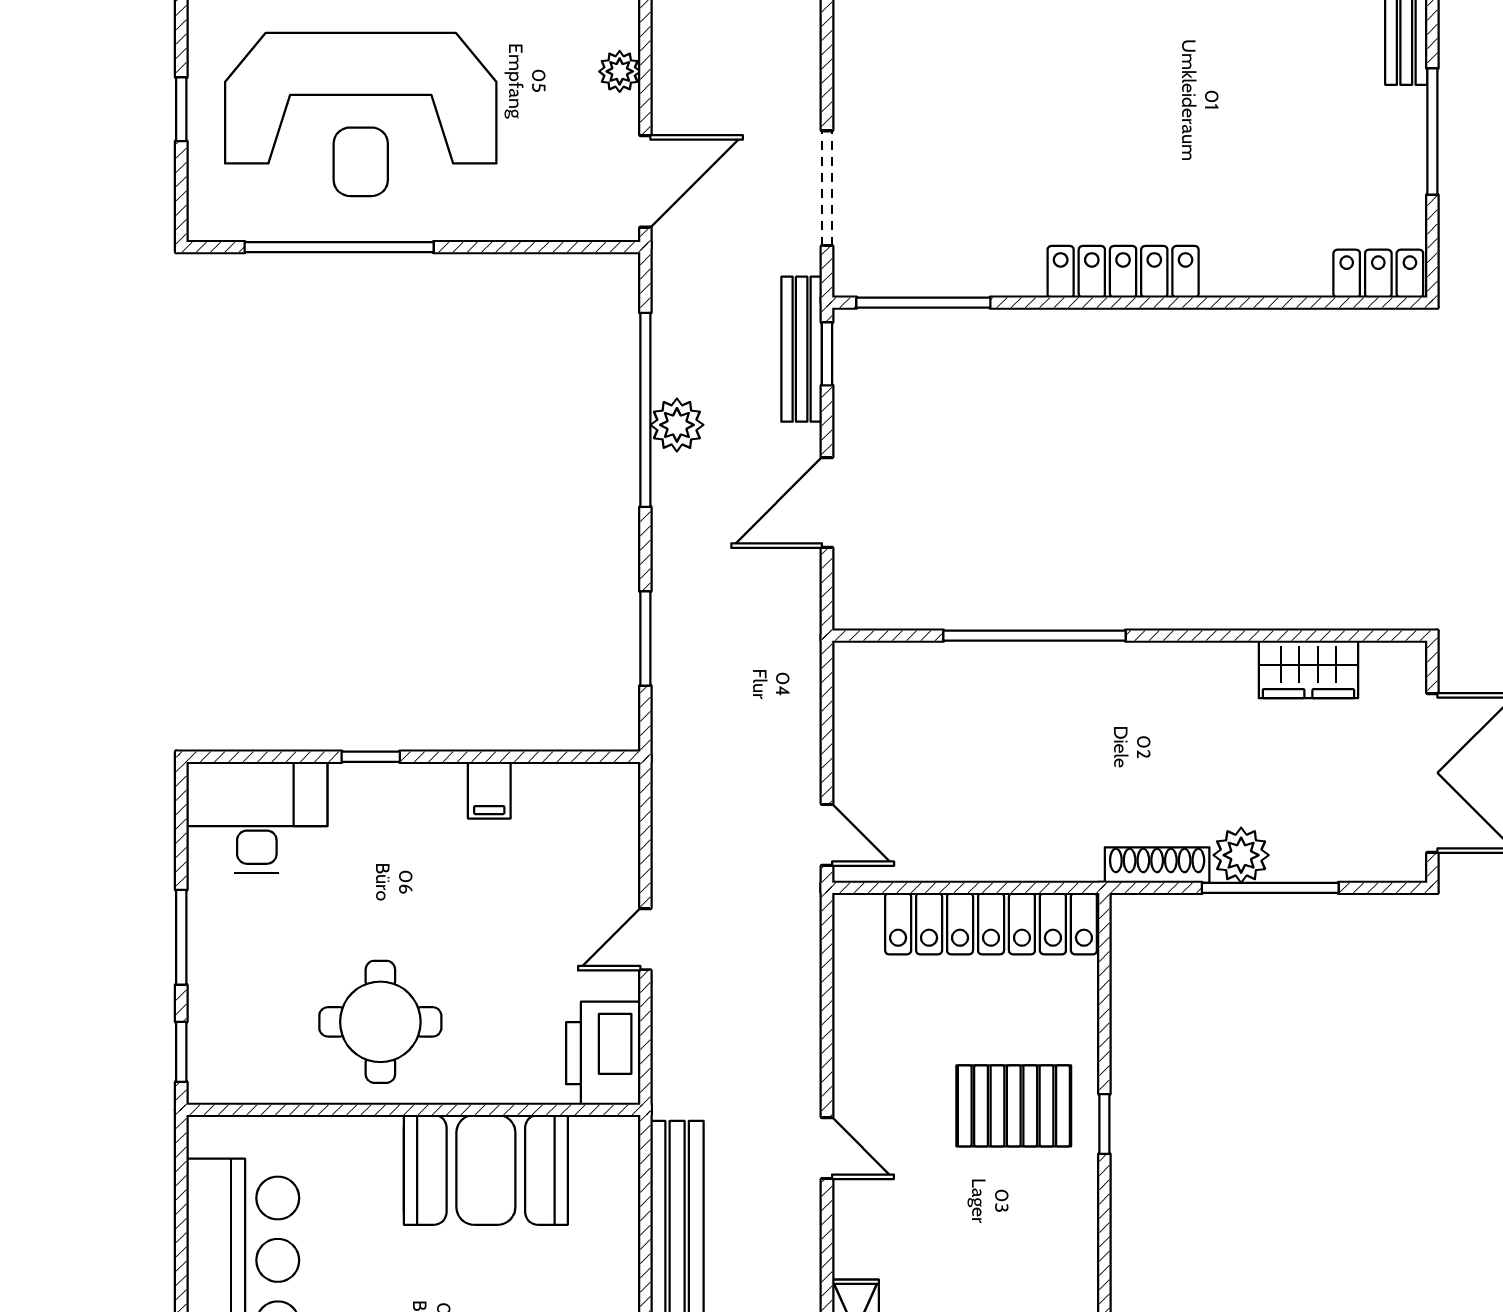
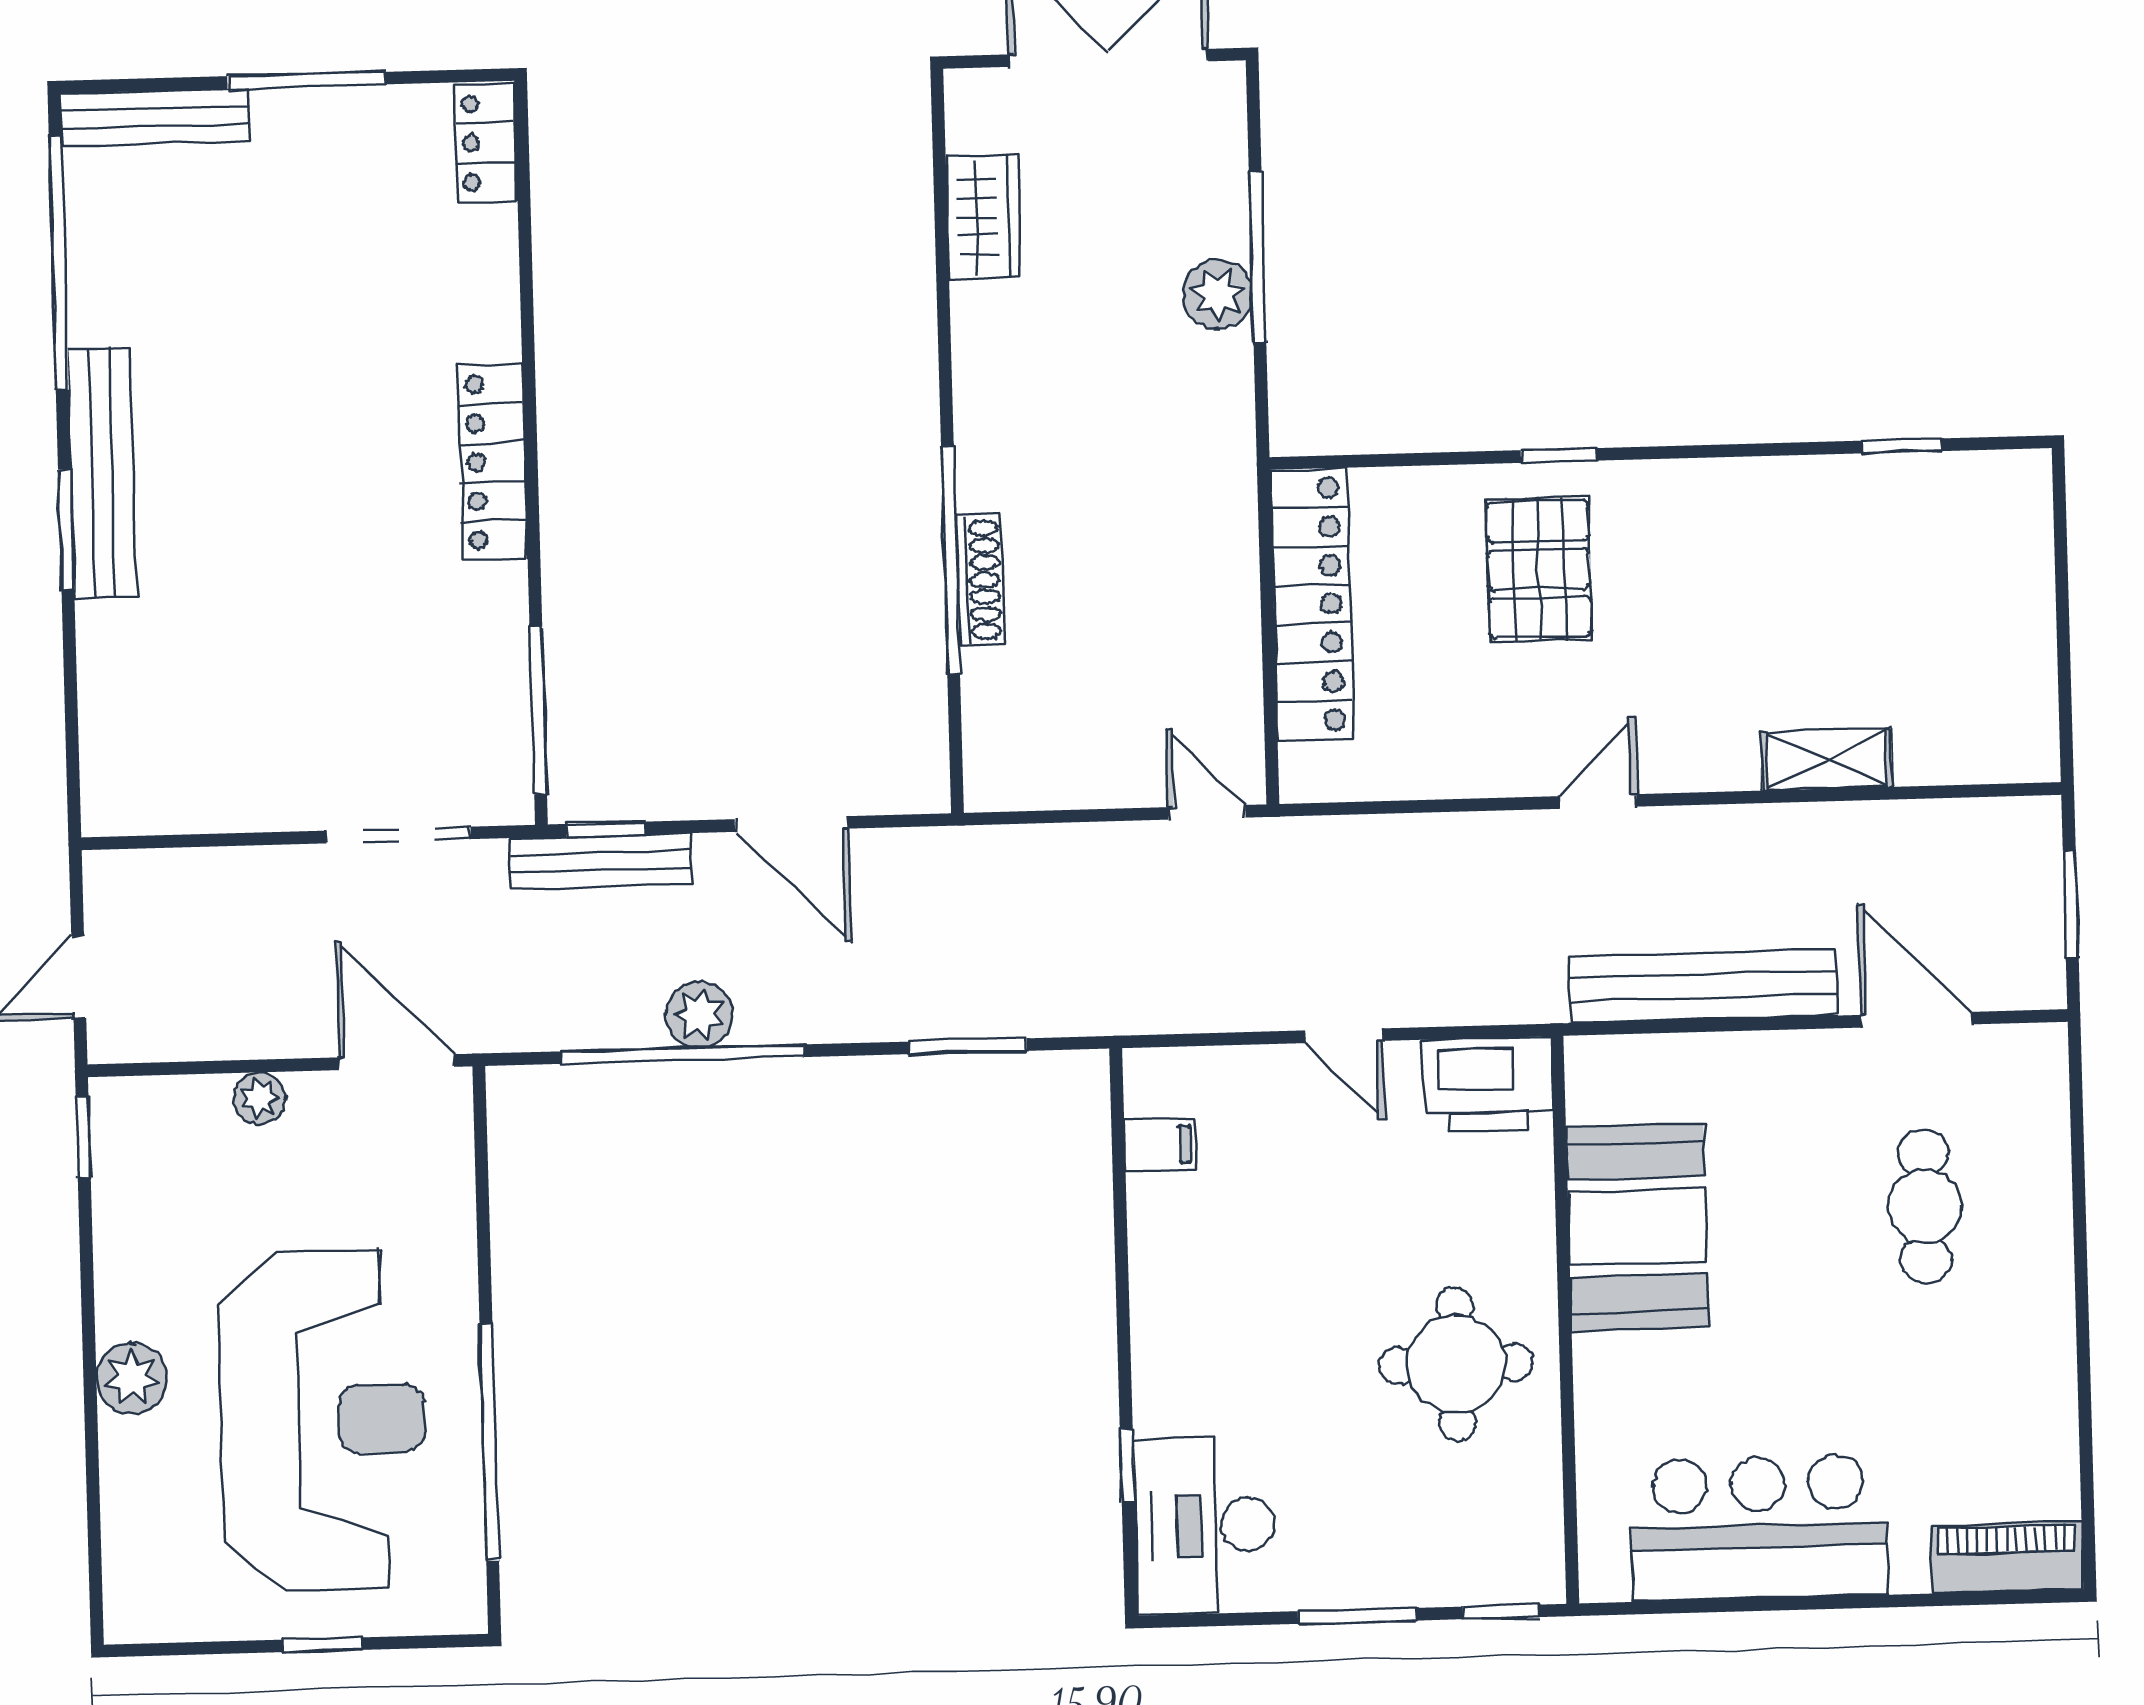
window: (371, 757) -> (1127, 1465), moved
filing cabinet: (489, 790) -> (1160, 1145), moved
door: (827, 835) -> (1207, 812), hinge flipped
shoe rack: (1157, 865) -> (980, 580), moved, turned 180

